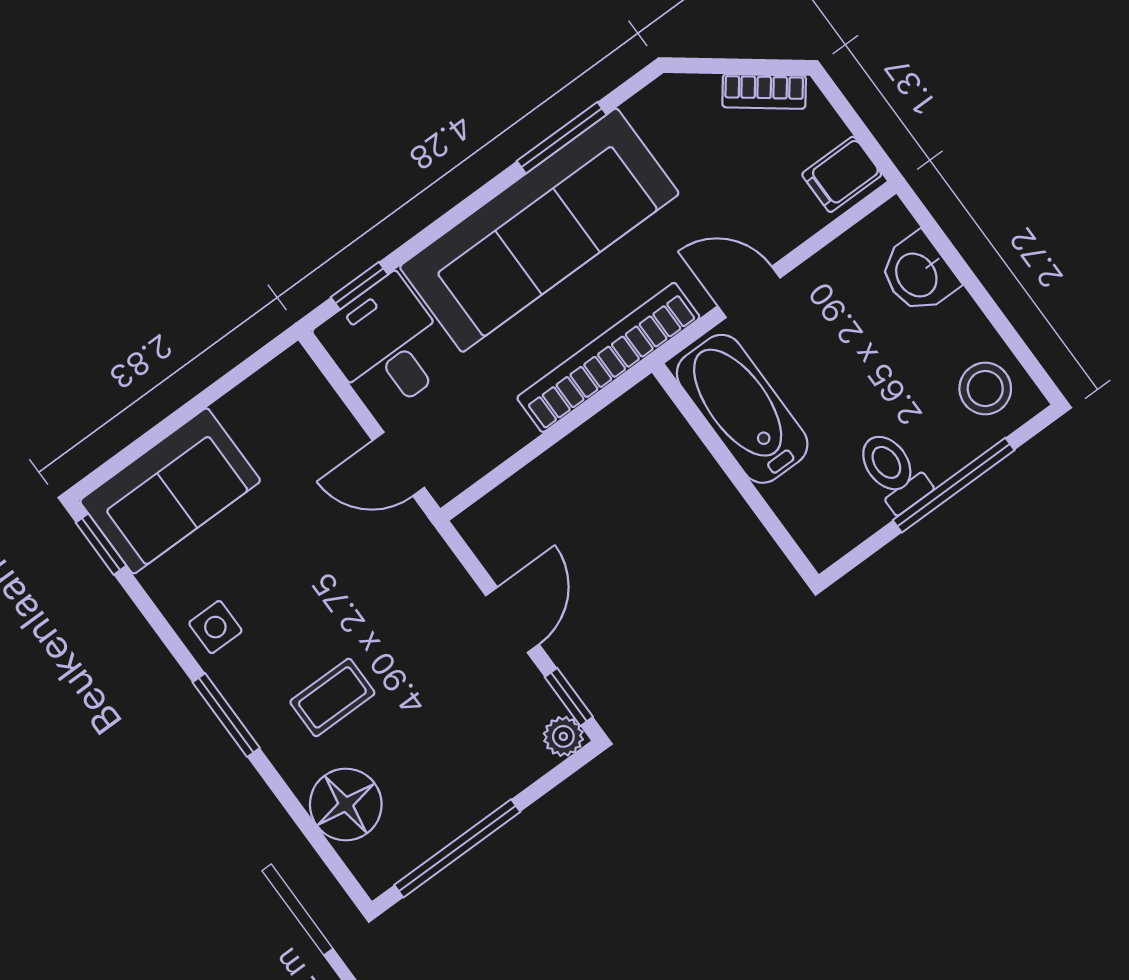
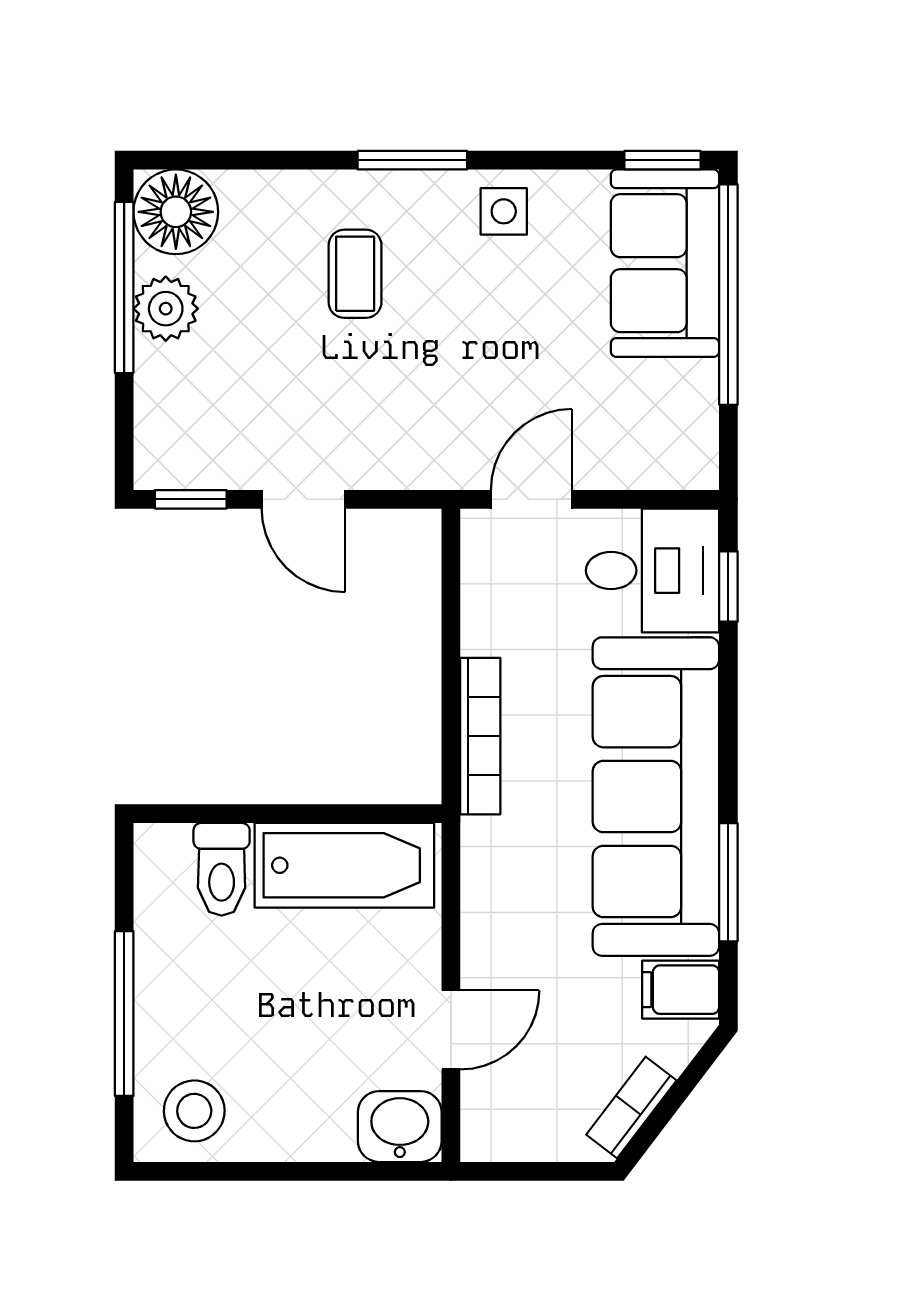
filing cabinet: (842, 174) -> (681, 990), moved, turned -90
washbasin: (918, 274) -> (400, 1127), moved
door: (749, 292) -> (451, 1030), moved
bookcase: (608, 357) -> (480, 736), width x0.68, depth x0.76
window: (160, 432) -> (728, 295), added
toilet: (893, 471) -> (222, 869), moved, turned 90
plant: (563, 736) -> (166, 309), moved, width x1.38, depth x1.38
floor lamp: (346, 804) -> (176, 212), moved

